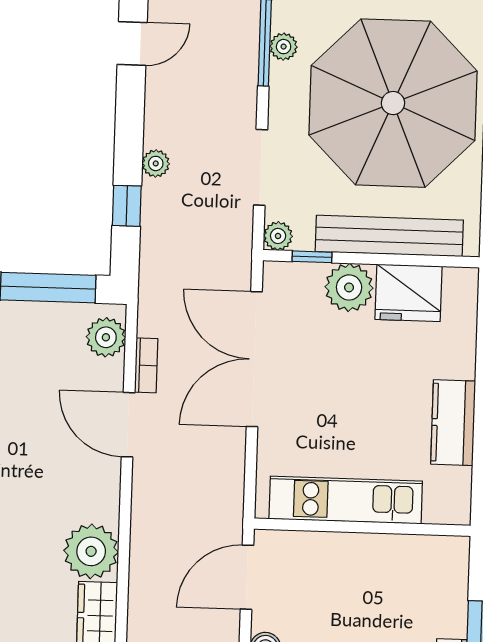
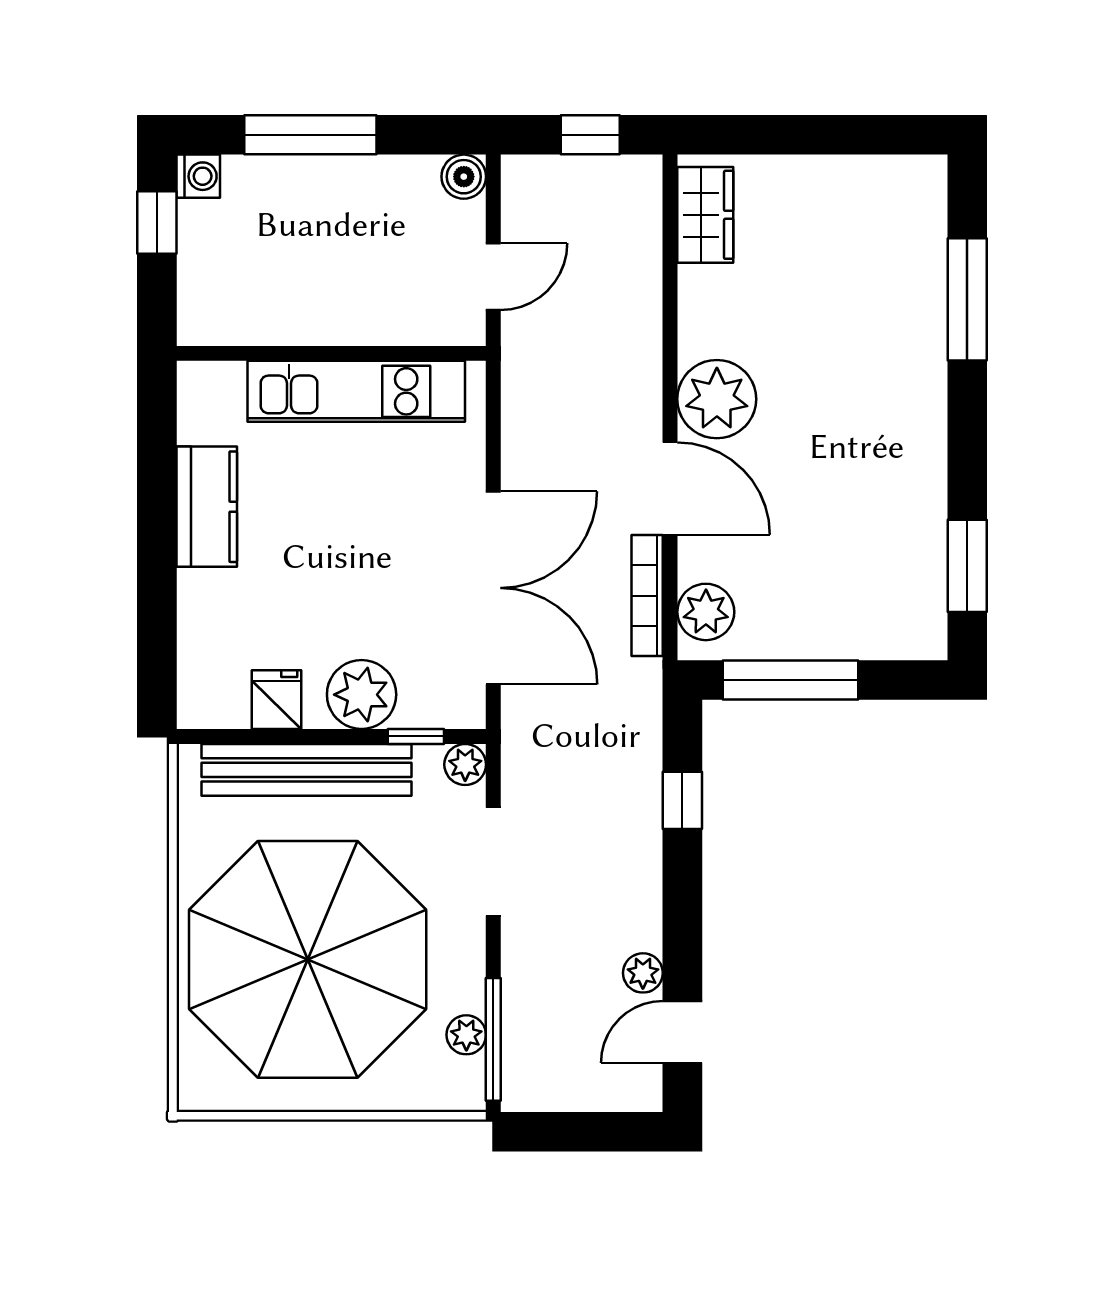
plant: (156, 163) -> (643, 973), moved
fridge: (409, 293) -> (276, 700), width x0.53, depth x0.75
bookcase: (146, 365) -> (647, 596), width x1.56
plant: (91, 551) -> (717, 399), moved
door: (247, 577) -> (493, 277), width x0.73

